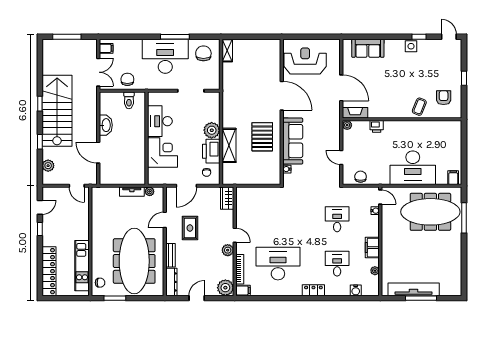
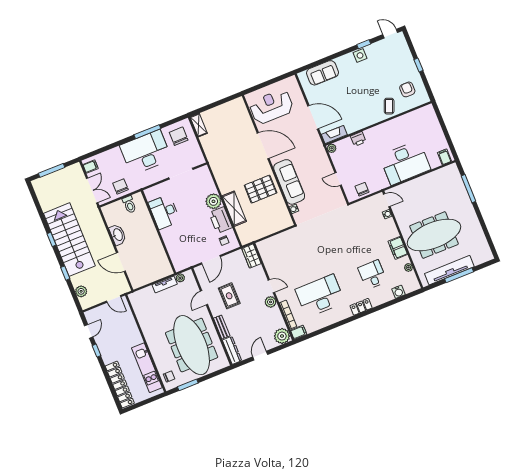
pallet: (262, 137) -> (261, 189), turned 90
corner desk: (163, 153) -> (178, 239), removed
meeting table: (430, 212) -> (434, 235), moved
desk: (337, 219) -> (356, 235), removed

